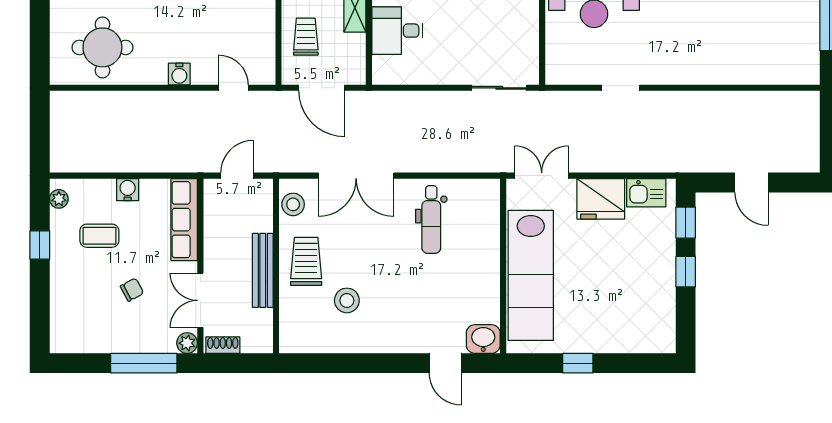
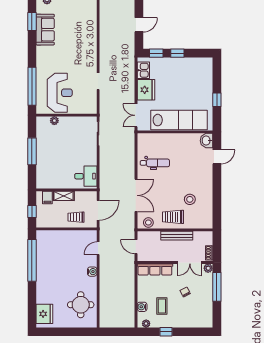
desk: (397, 31) -> (86, 176), moved, turned -90
water cooler: (128, 190) -> (142, 307), moved

